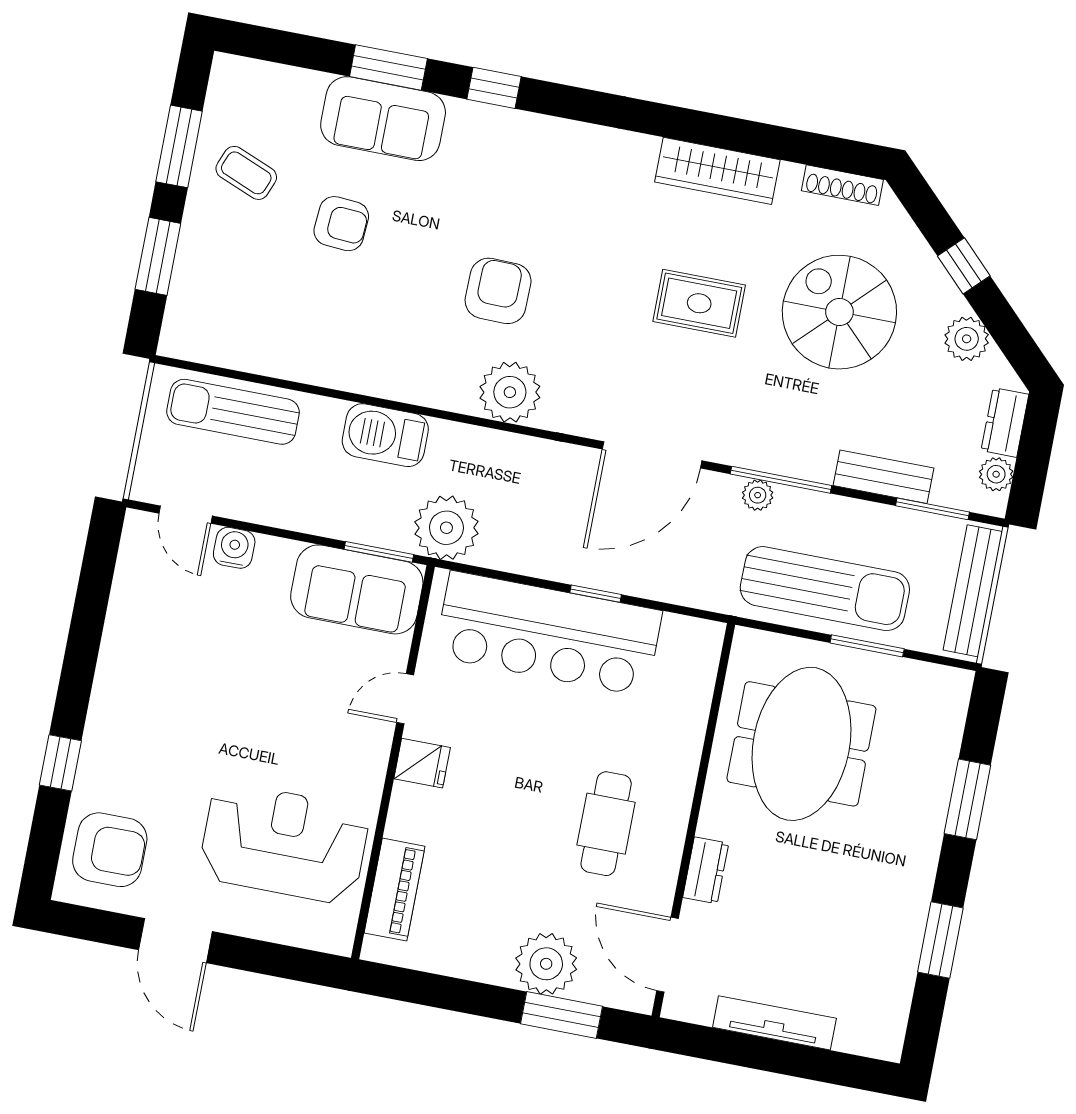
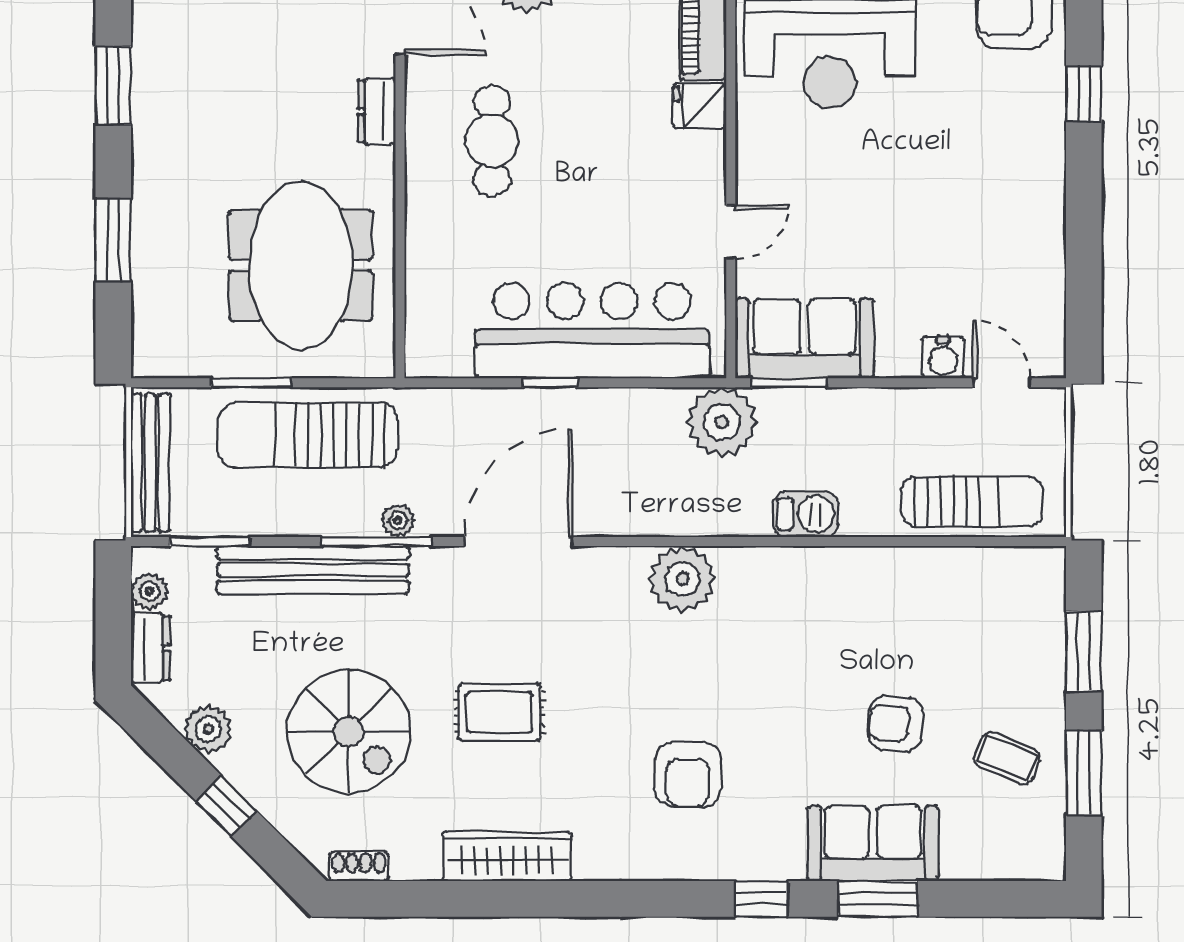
shoe rack: (842, 185) -> (359, 867), width x0.70
armchair: (498, 291) -> (688, 774), moved
barbecue: (385, 435) -> (806, 514), width x0.73, depth x0.79
bench: (884, 477) -> (313, 570), width x1.86, depth x1.21
fridge: (422, 763) -> (700, 106), moved

